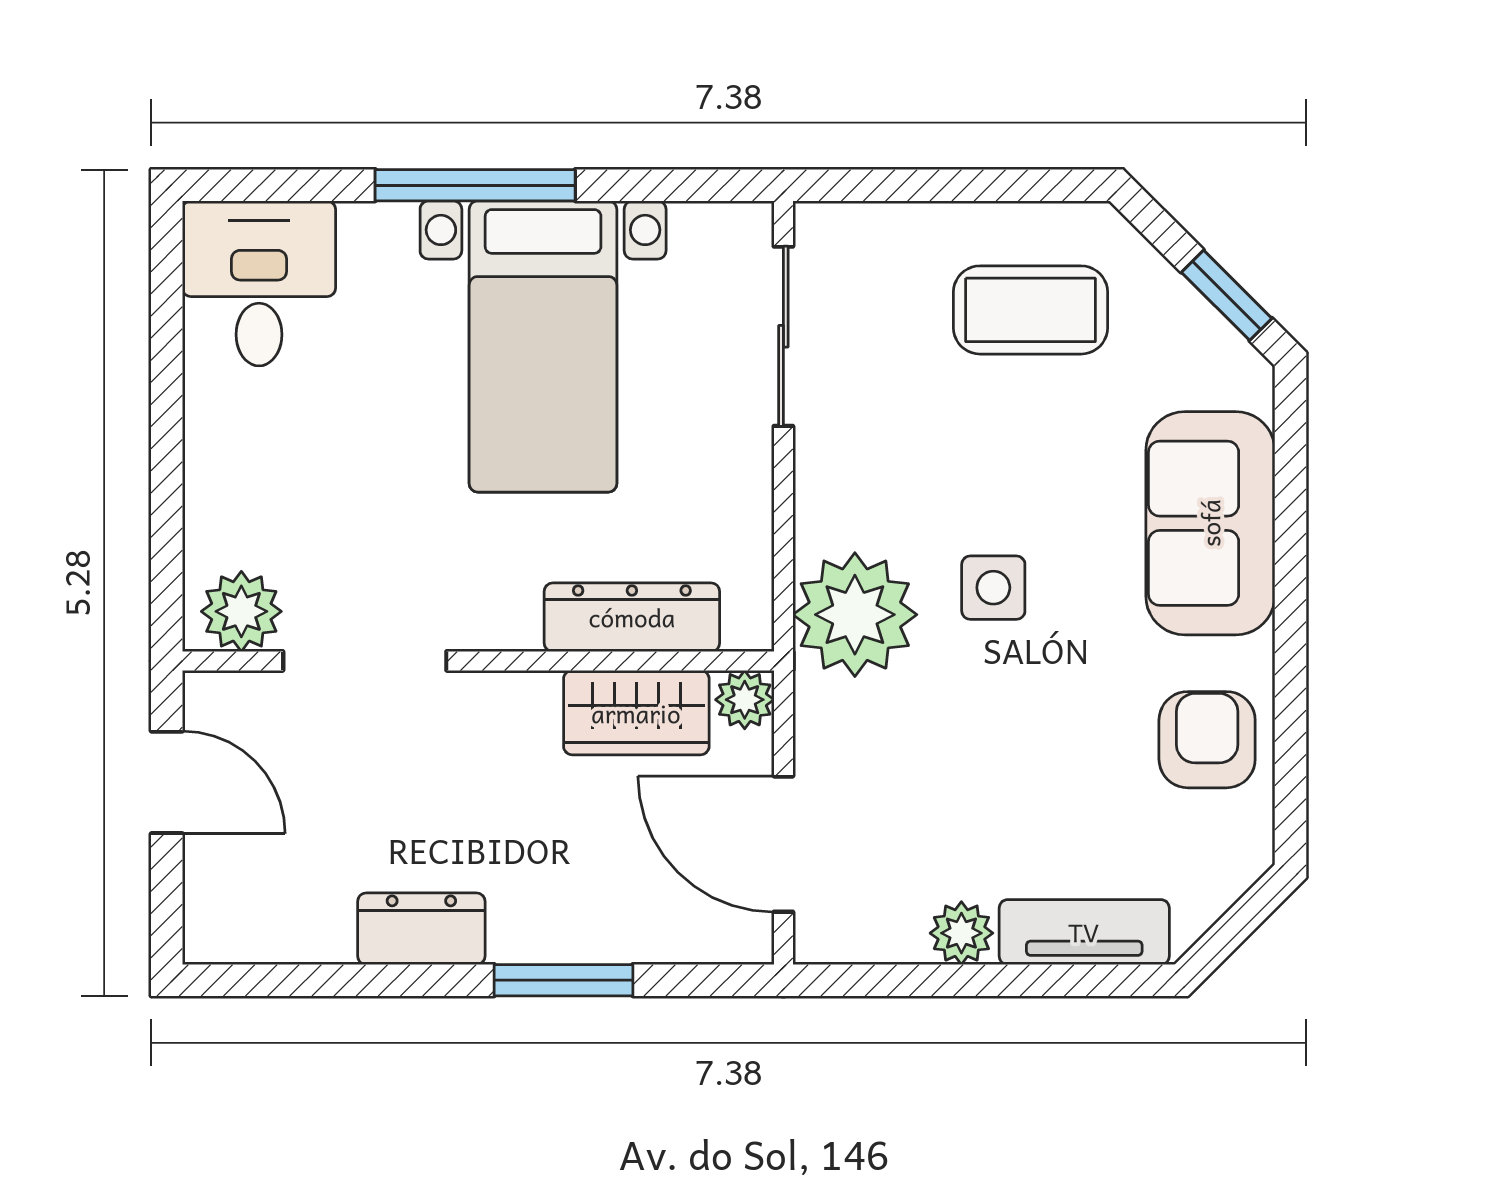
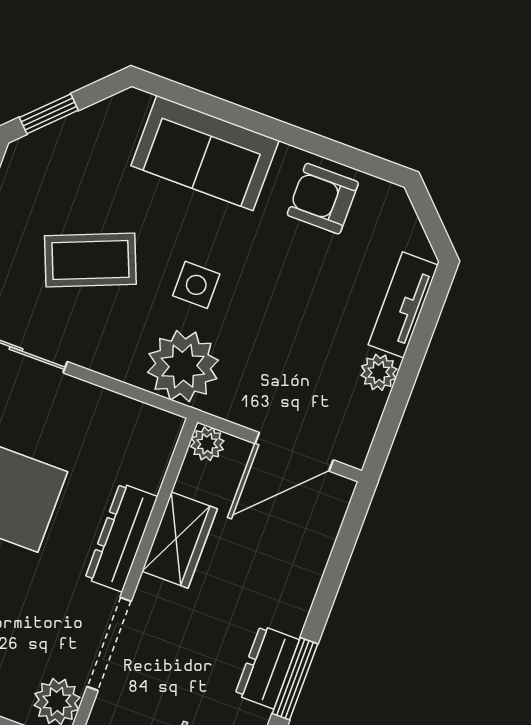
window: (1227, 295) -> (49, 114), moved
coffee table: (1030, 310) -> (90, 260), moved, turned 68
dresser: (632, 617) -> (121, 538), moved
wardrobe: (636, 713) -> (180, 540), moved
window: (563, 980) -> (295, 679), moved

